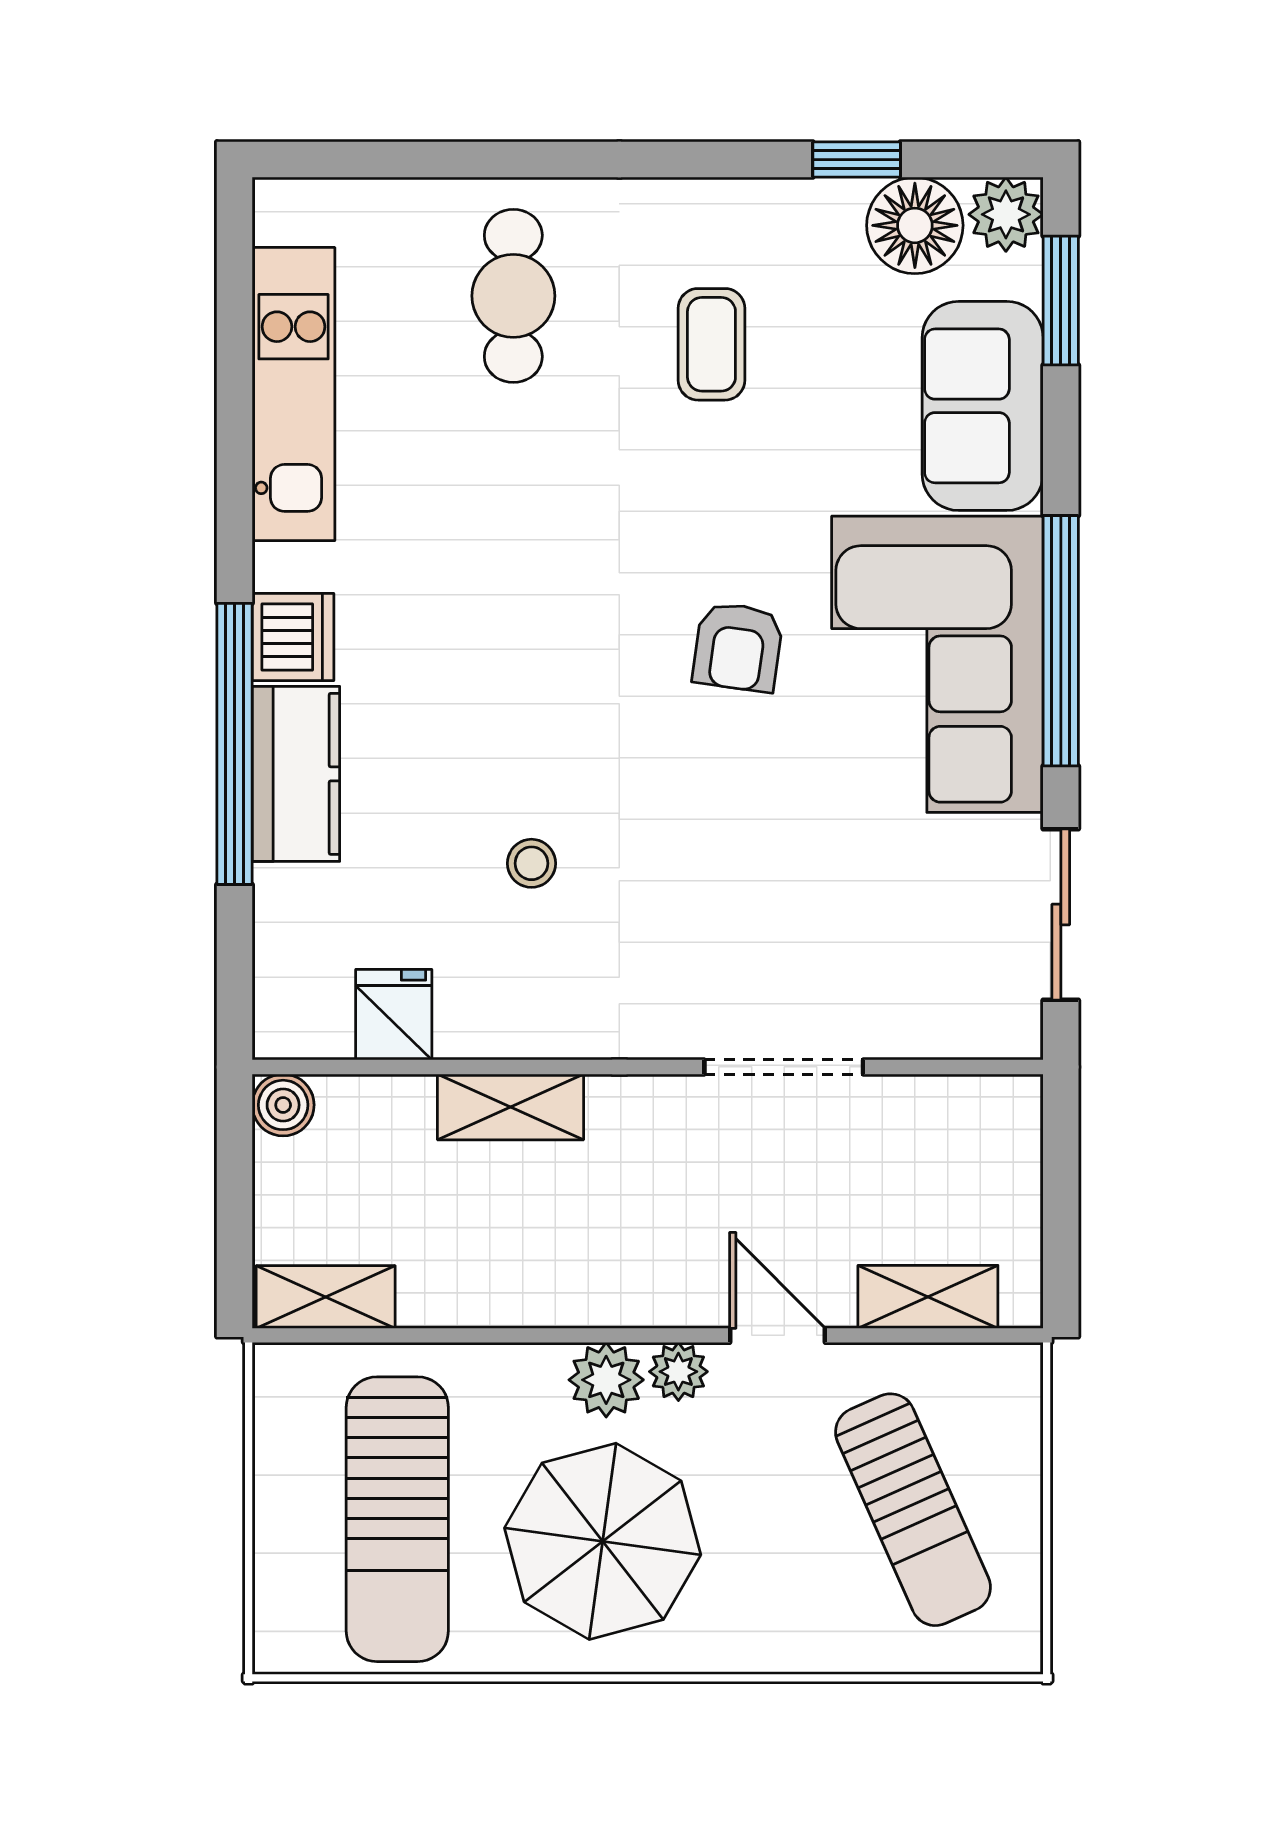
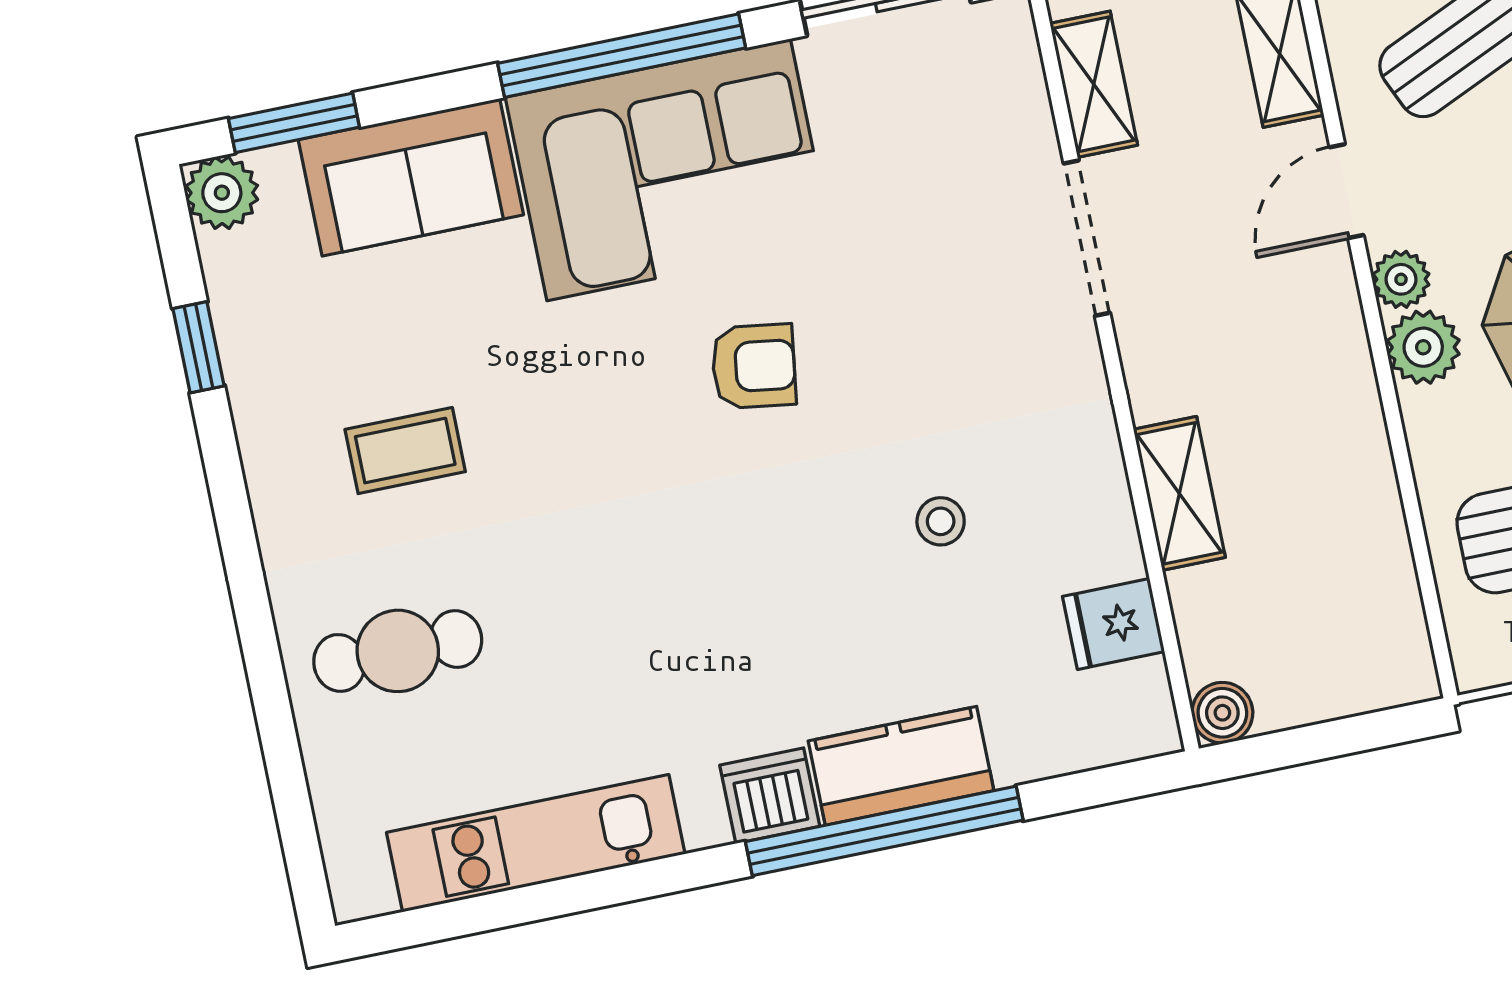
floor lamp: (915, 225) -> (250, 278), removed
armchair: (738, 647) -> (754, 366), moved
shelving: (326, 1297) -> (1094, 84), moved

